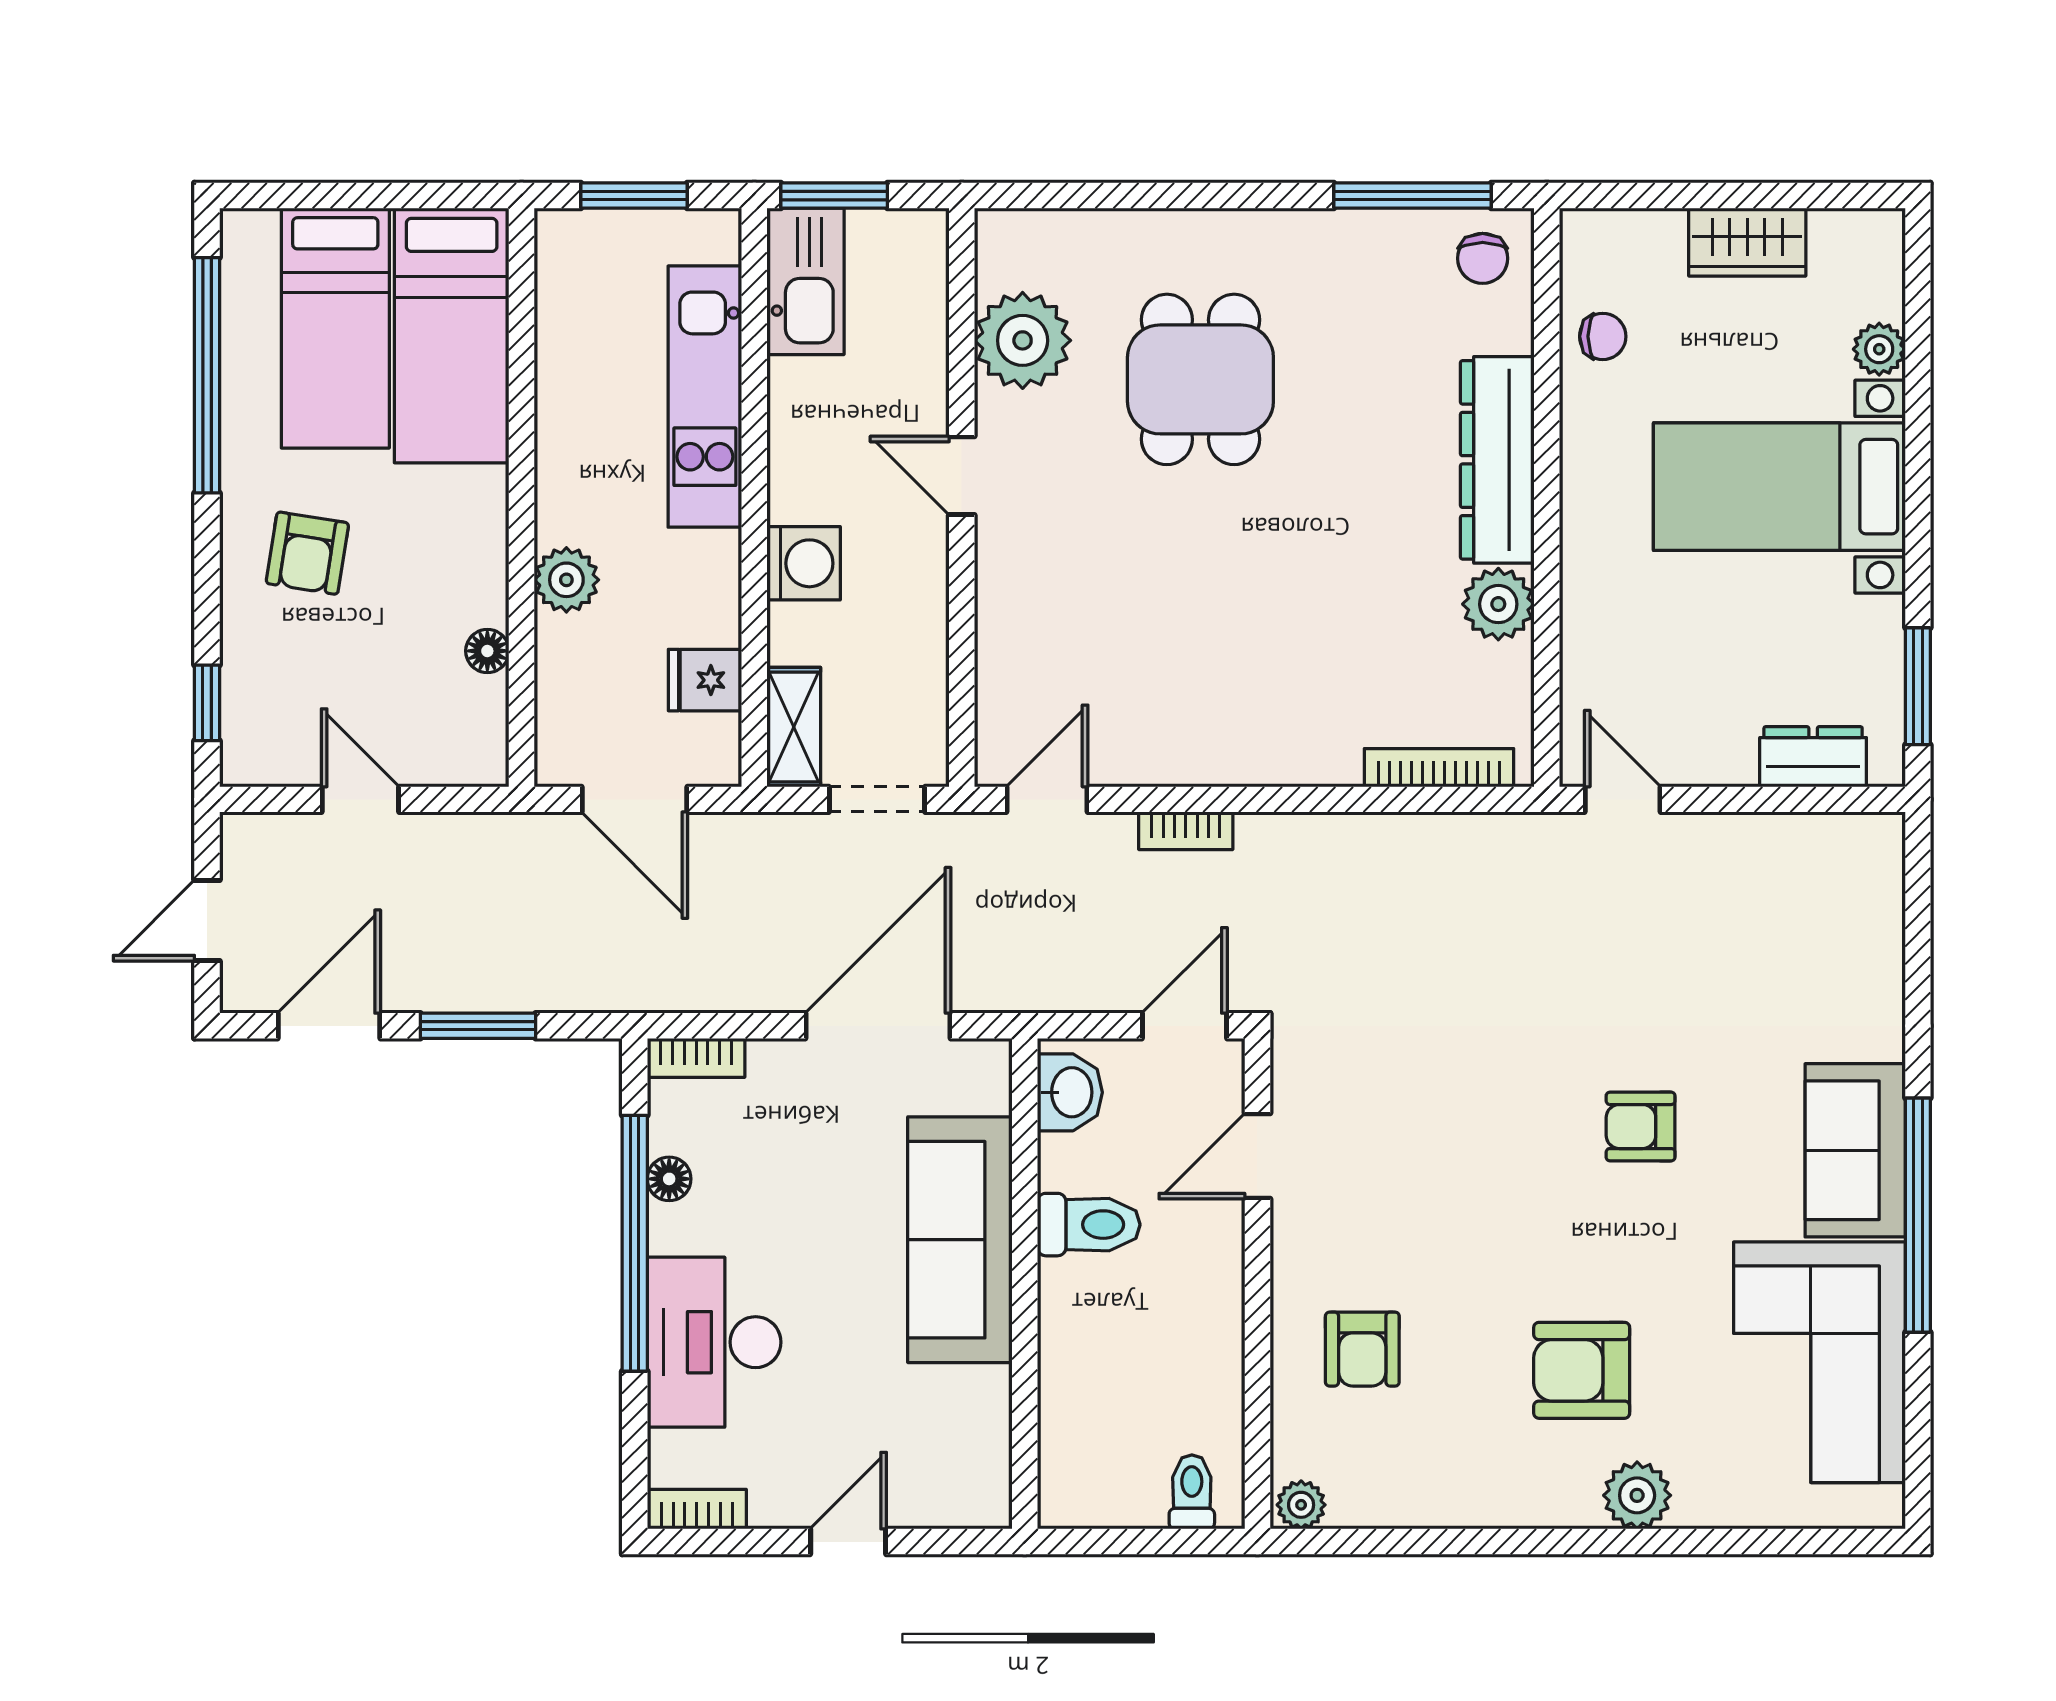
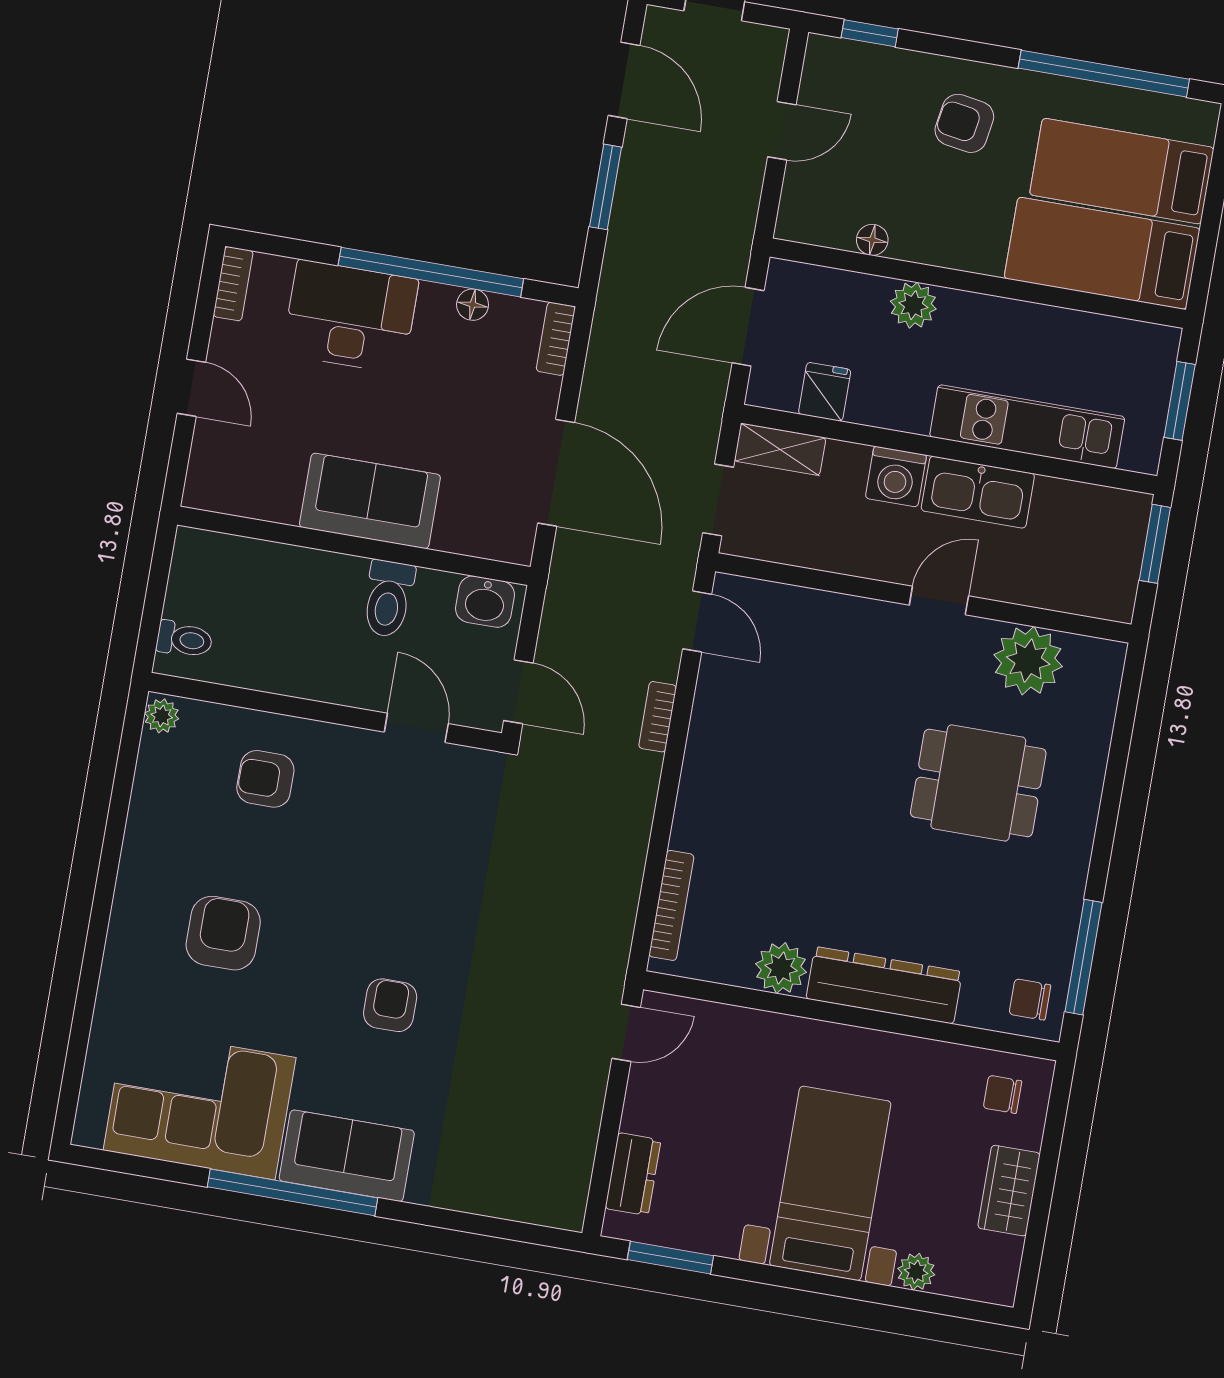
kitchen sink: (805, 281) -> (978, 492), moved
chair: (1603, 336) -> (1003, 1094), moved, turned 90
sofa: (960, 1240) -> (370, 501), width x0.73
plant: (1637, 1495) -> (127, 957), removed

